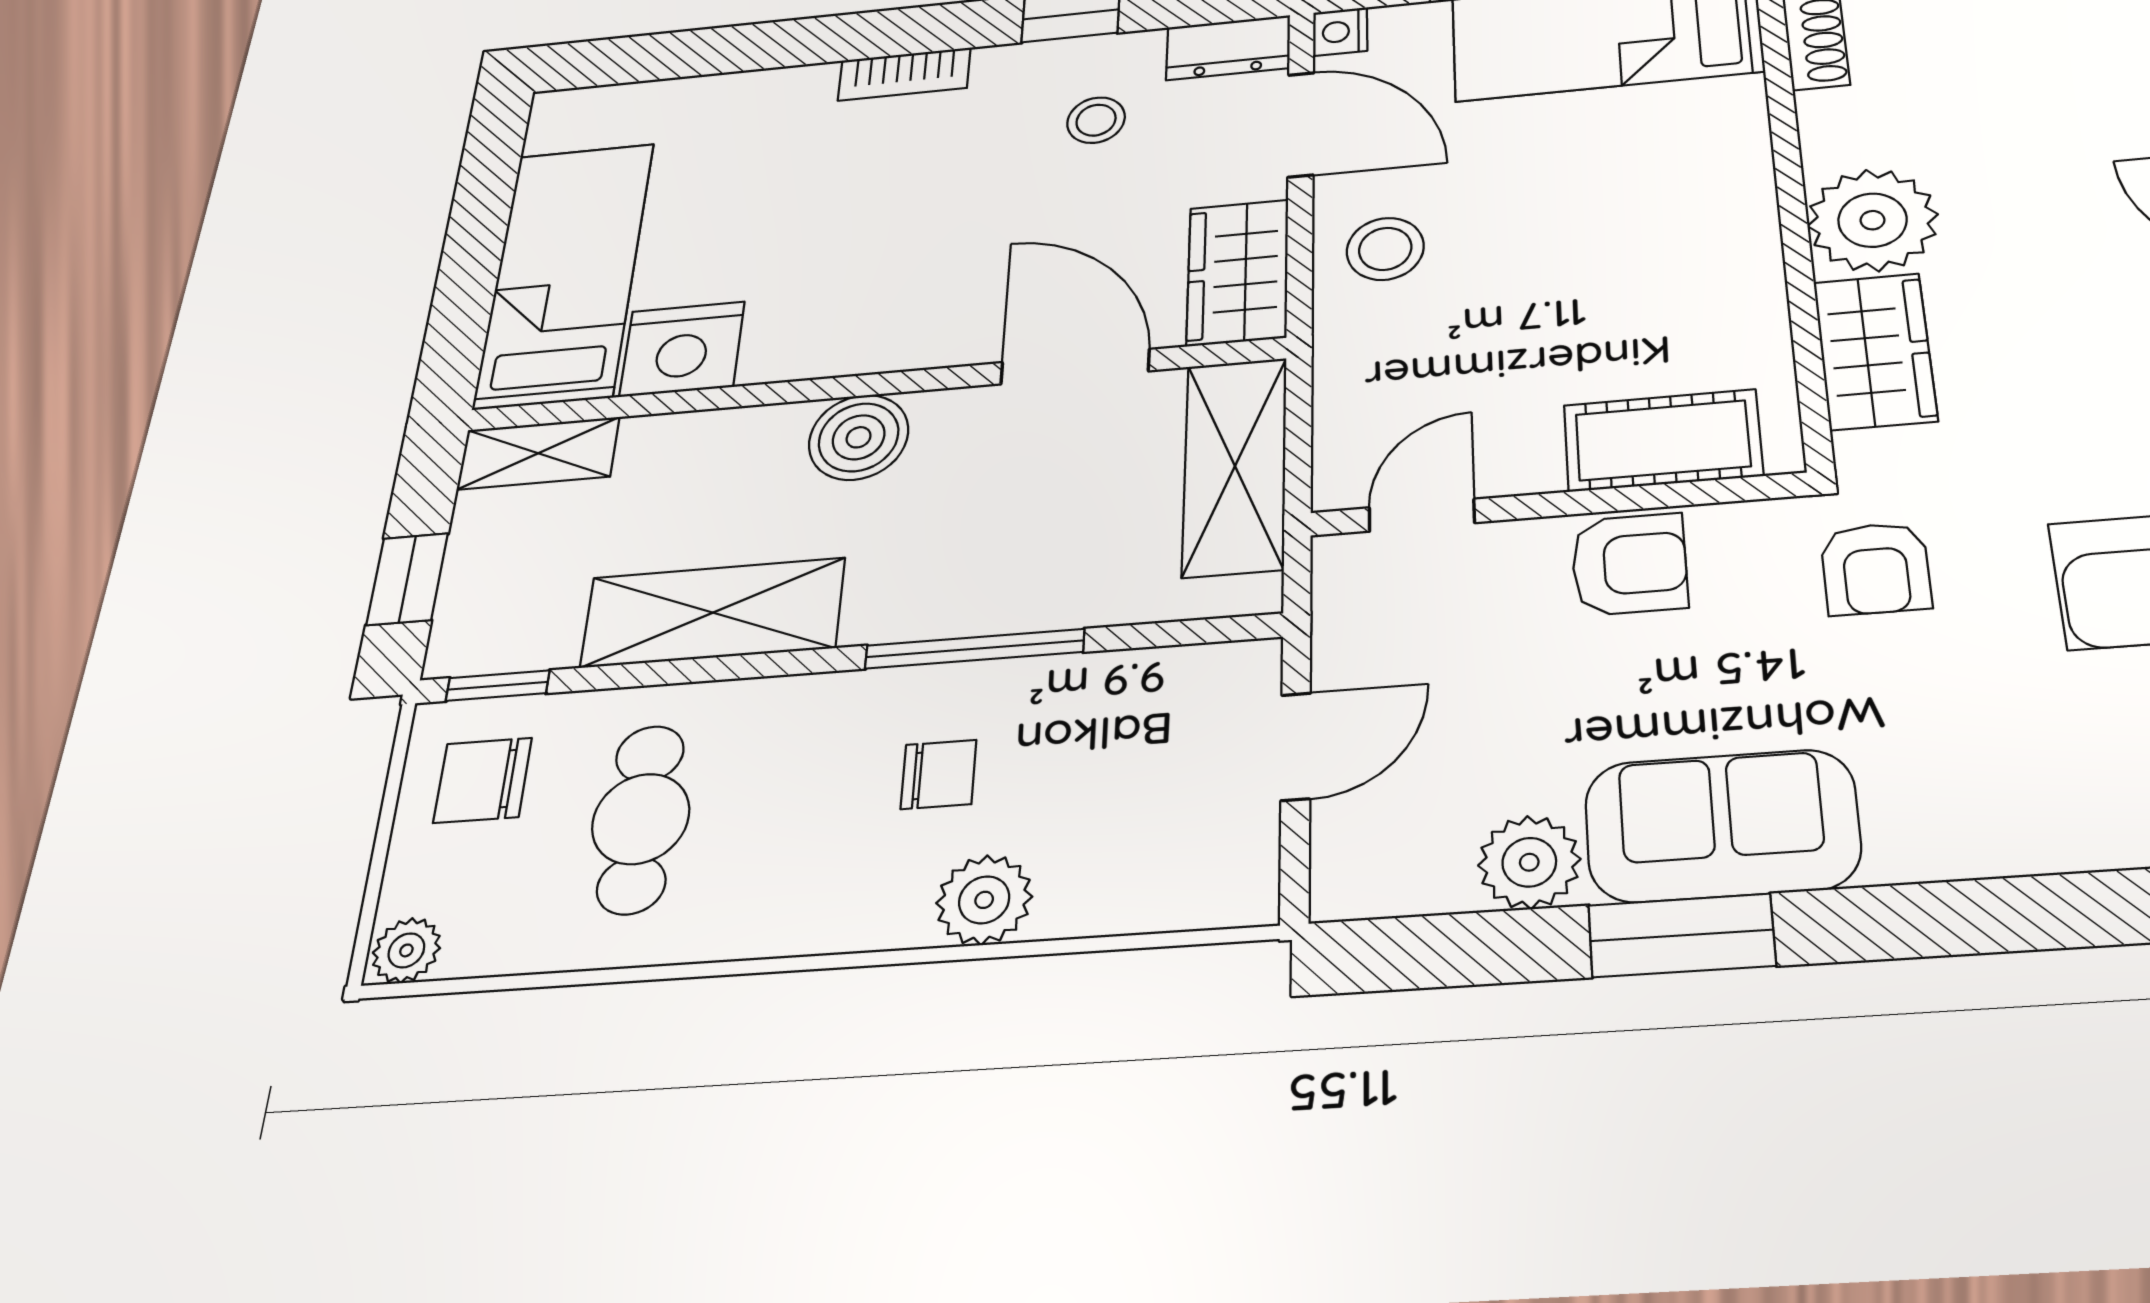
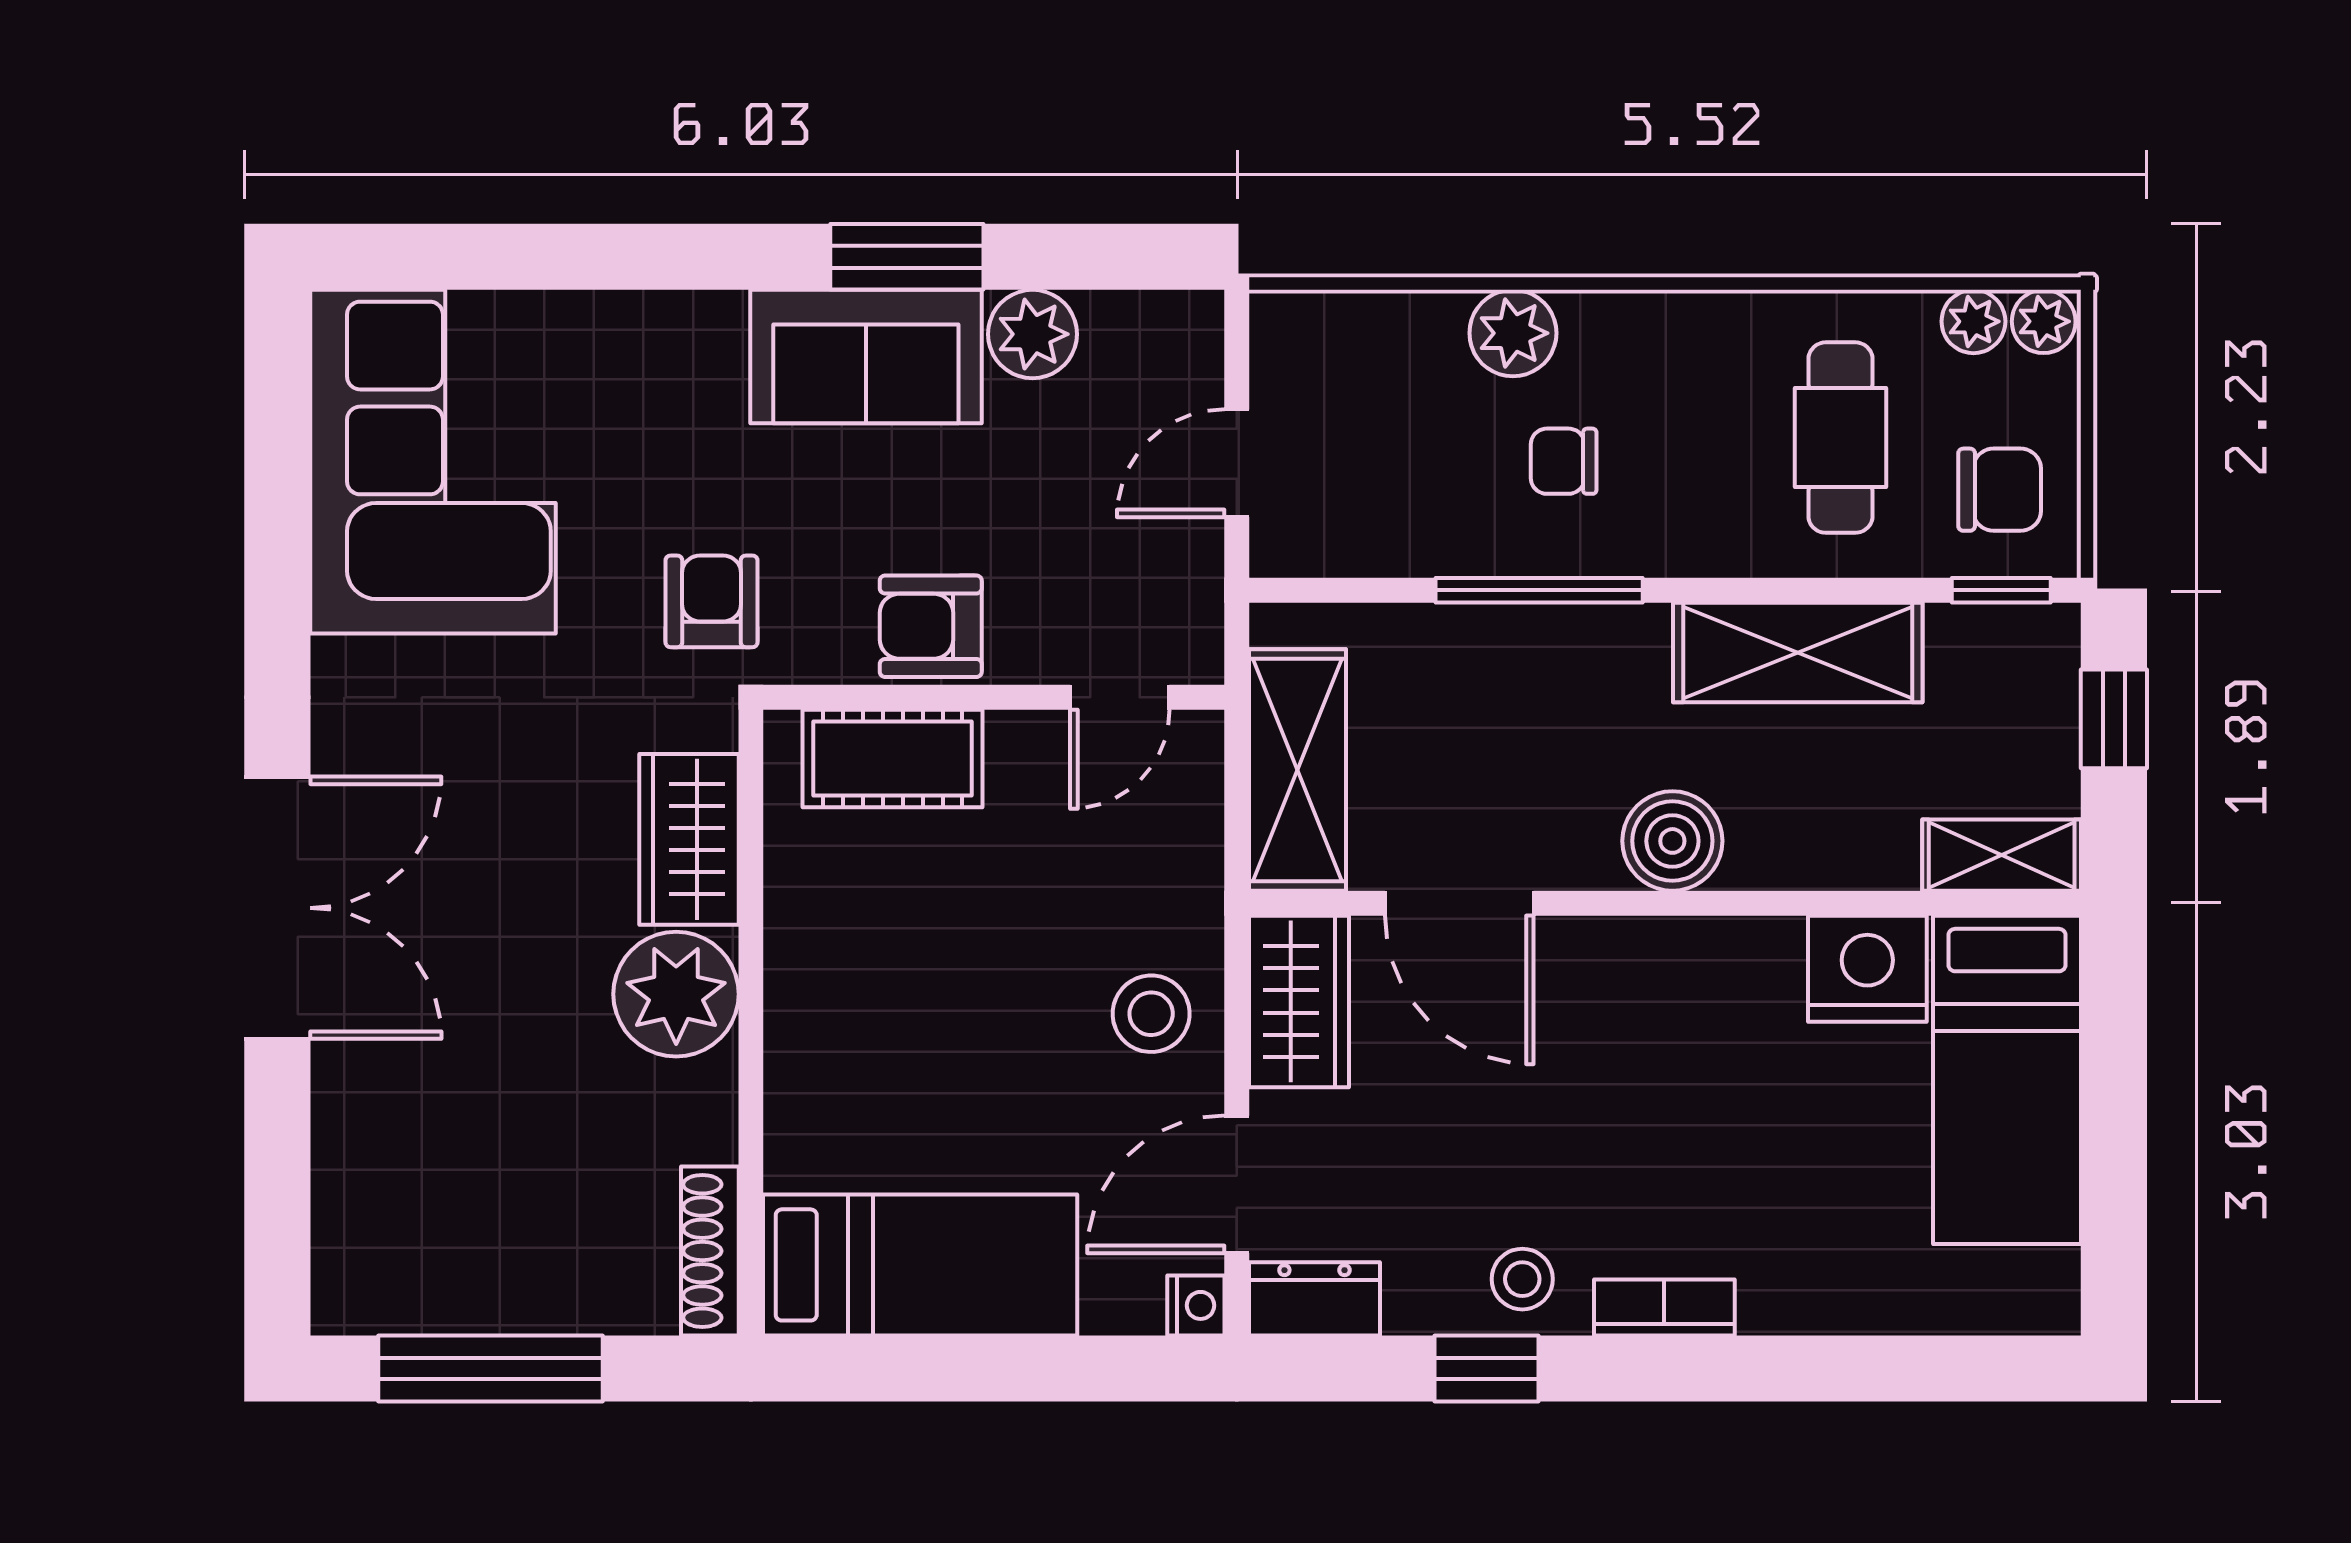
stool: (1096, 120) -> (1522, 1279), moved
door: (1301, 125) -> (1237, 1184), hinge flipped
plant: (481, 945) -> (1973, 321), added

